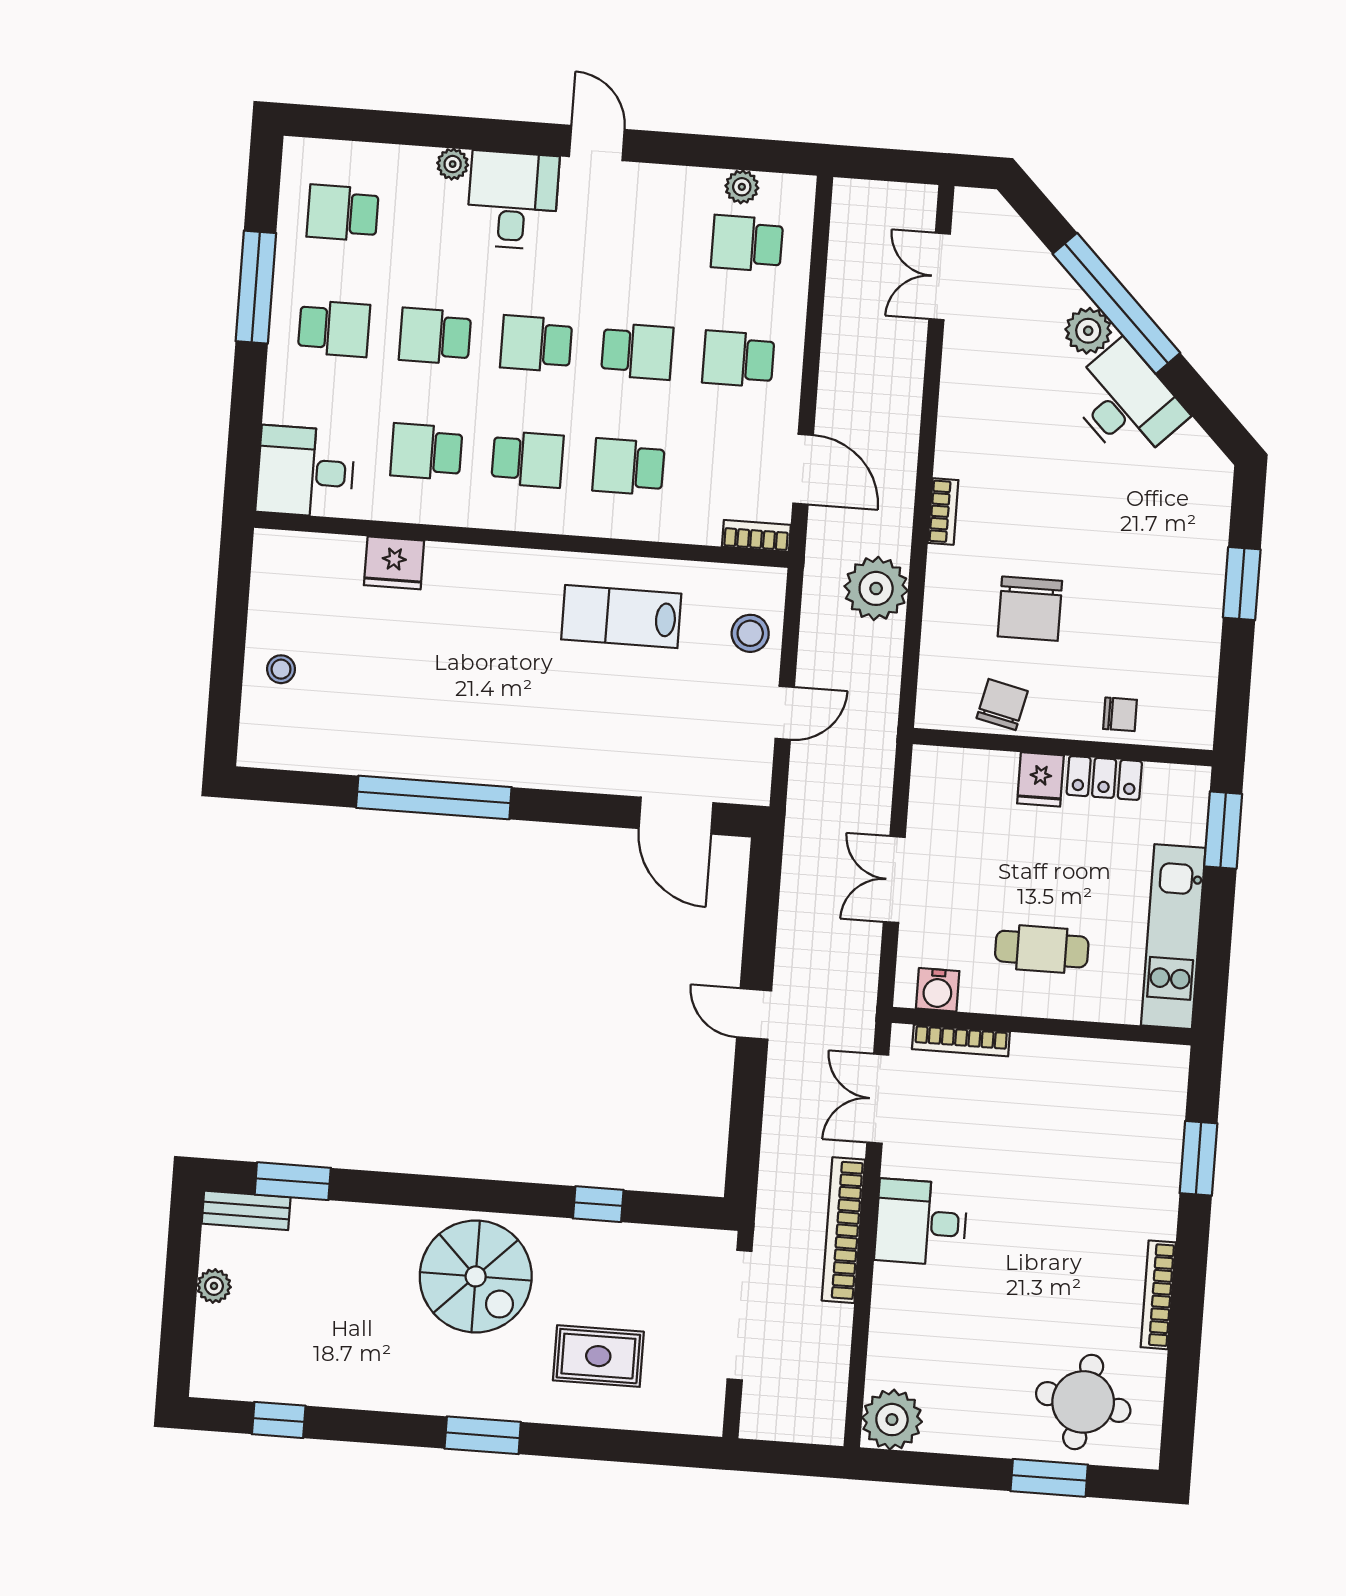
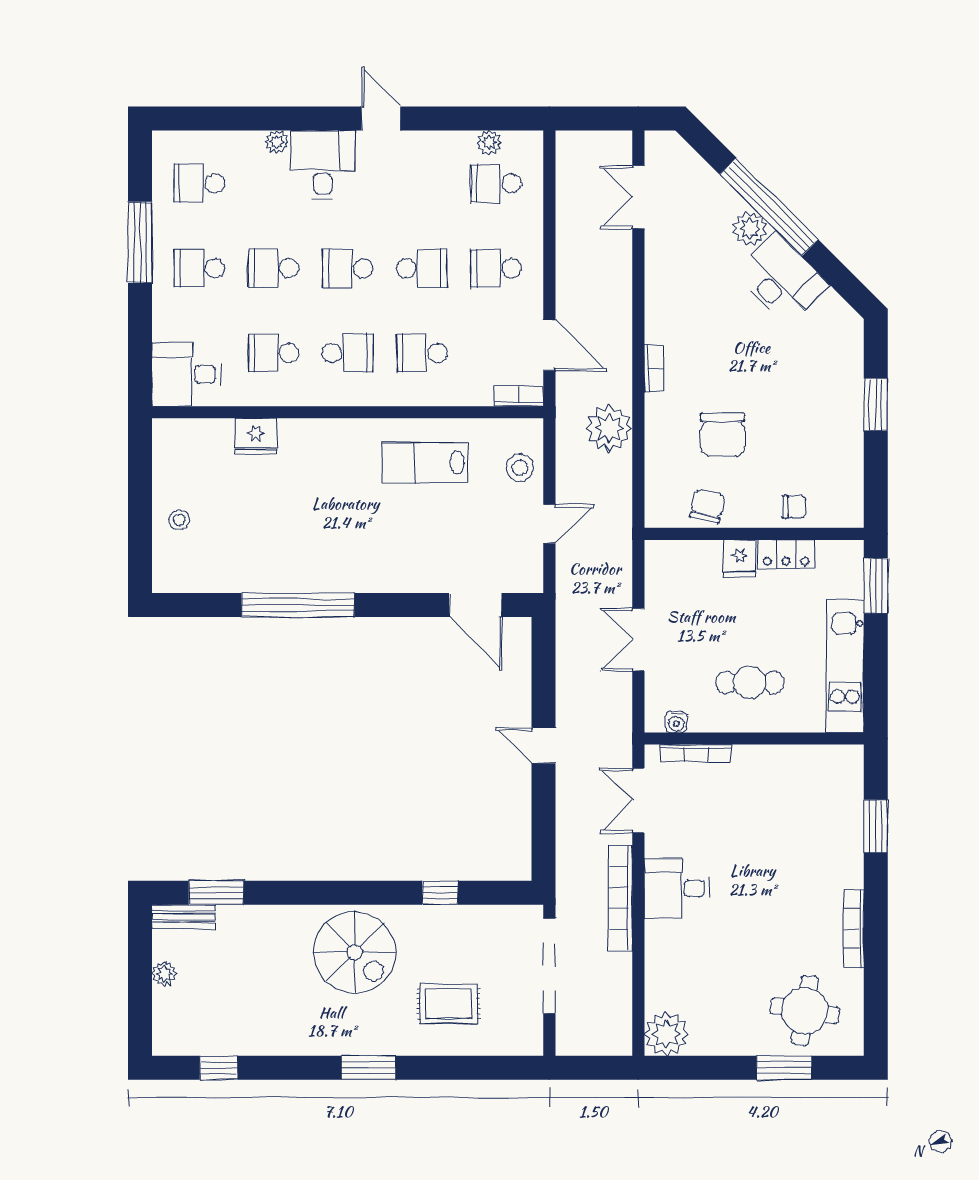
school desk: (334, 329) -> (199, 268), turned 180
water cooler: (938, 990) -> (676, 722), width x0.72, depth x0.72

